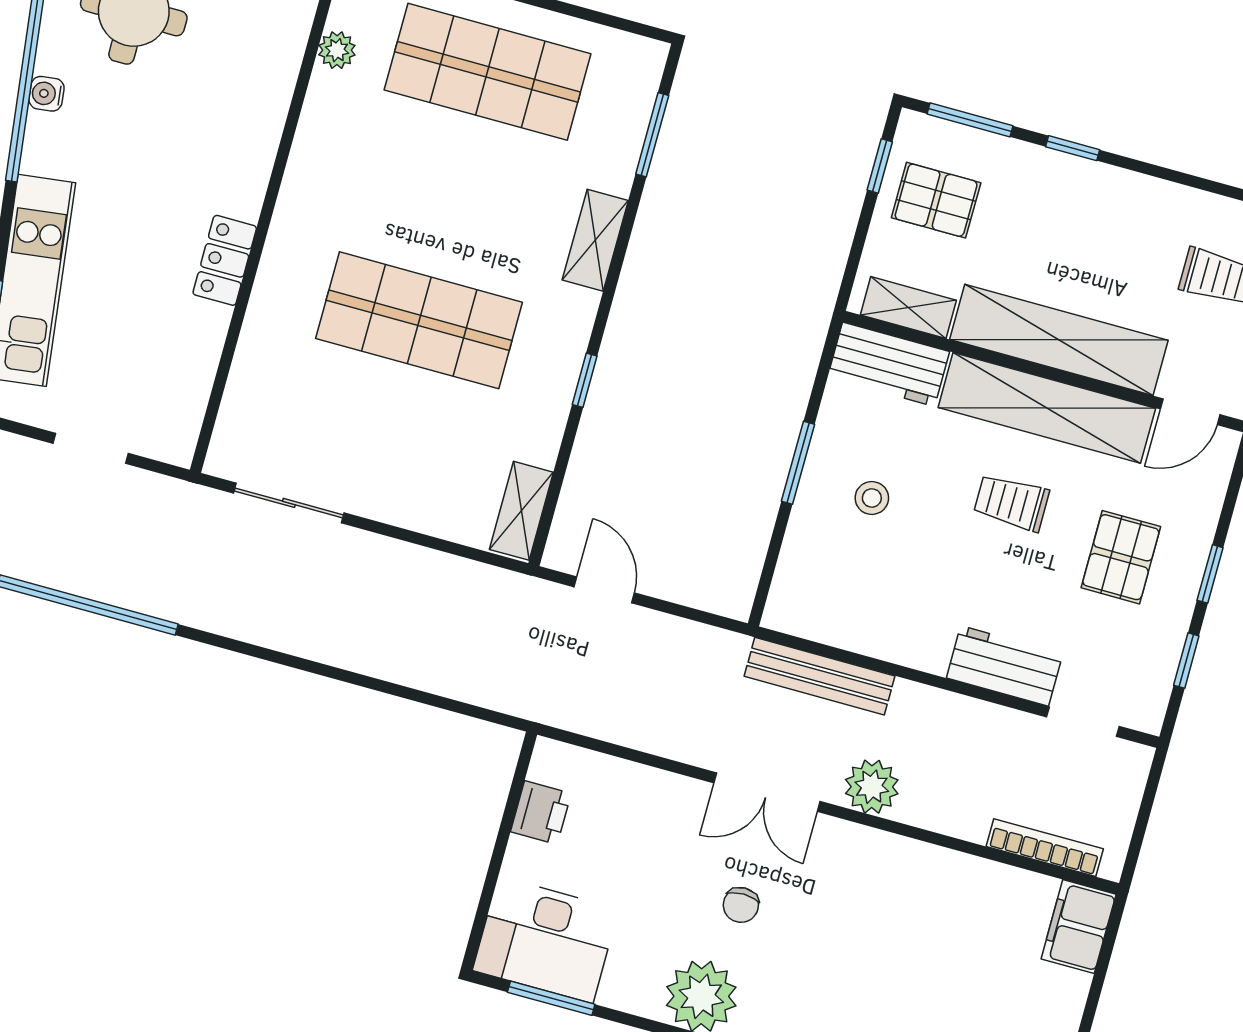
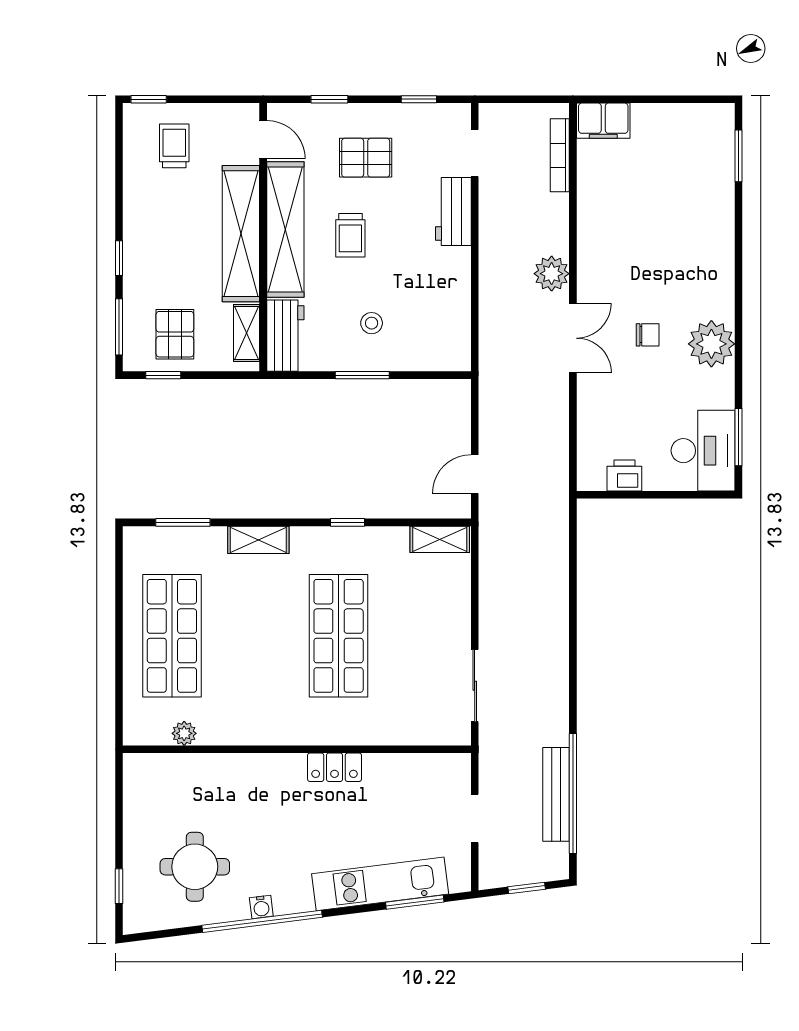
window: (1210, 574) -> (329, 99), moved
bench: (820, 676) -> (556, 794), moved

